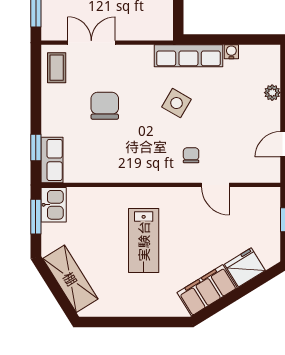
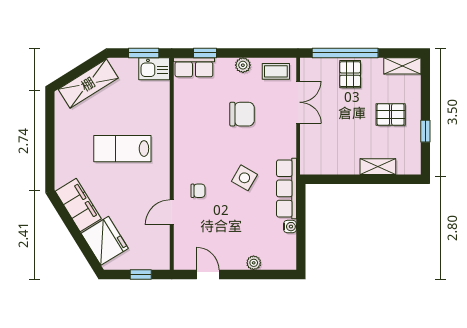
plant: (50, 105) -> (243, 65), added
fridge: (245, 267) -> (105, 241), width x1.36, depth x1.34

